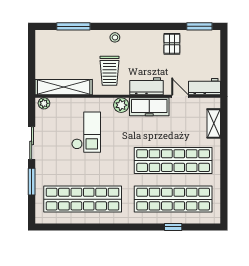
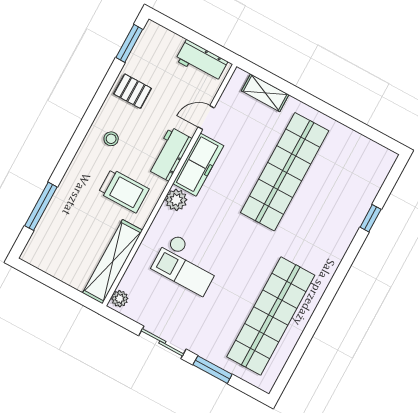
stool: (115, 37) -> (111, 139), moved
workbench: (205, 87) -> (202, 61), moved, turned -90
checkout: (86, 132) -> (187, 264), turned 180
shop shelf: (173, 199) -> (334, 199), removed

